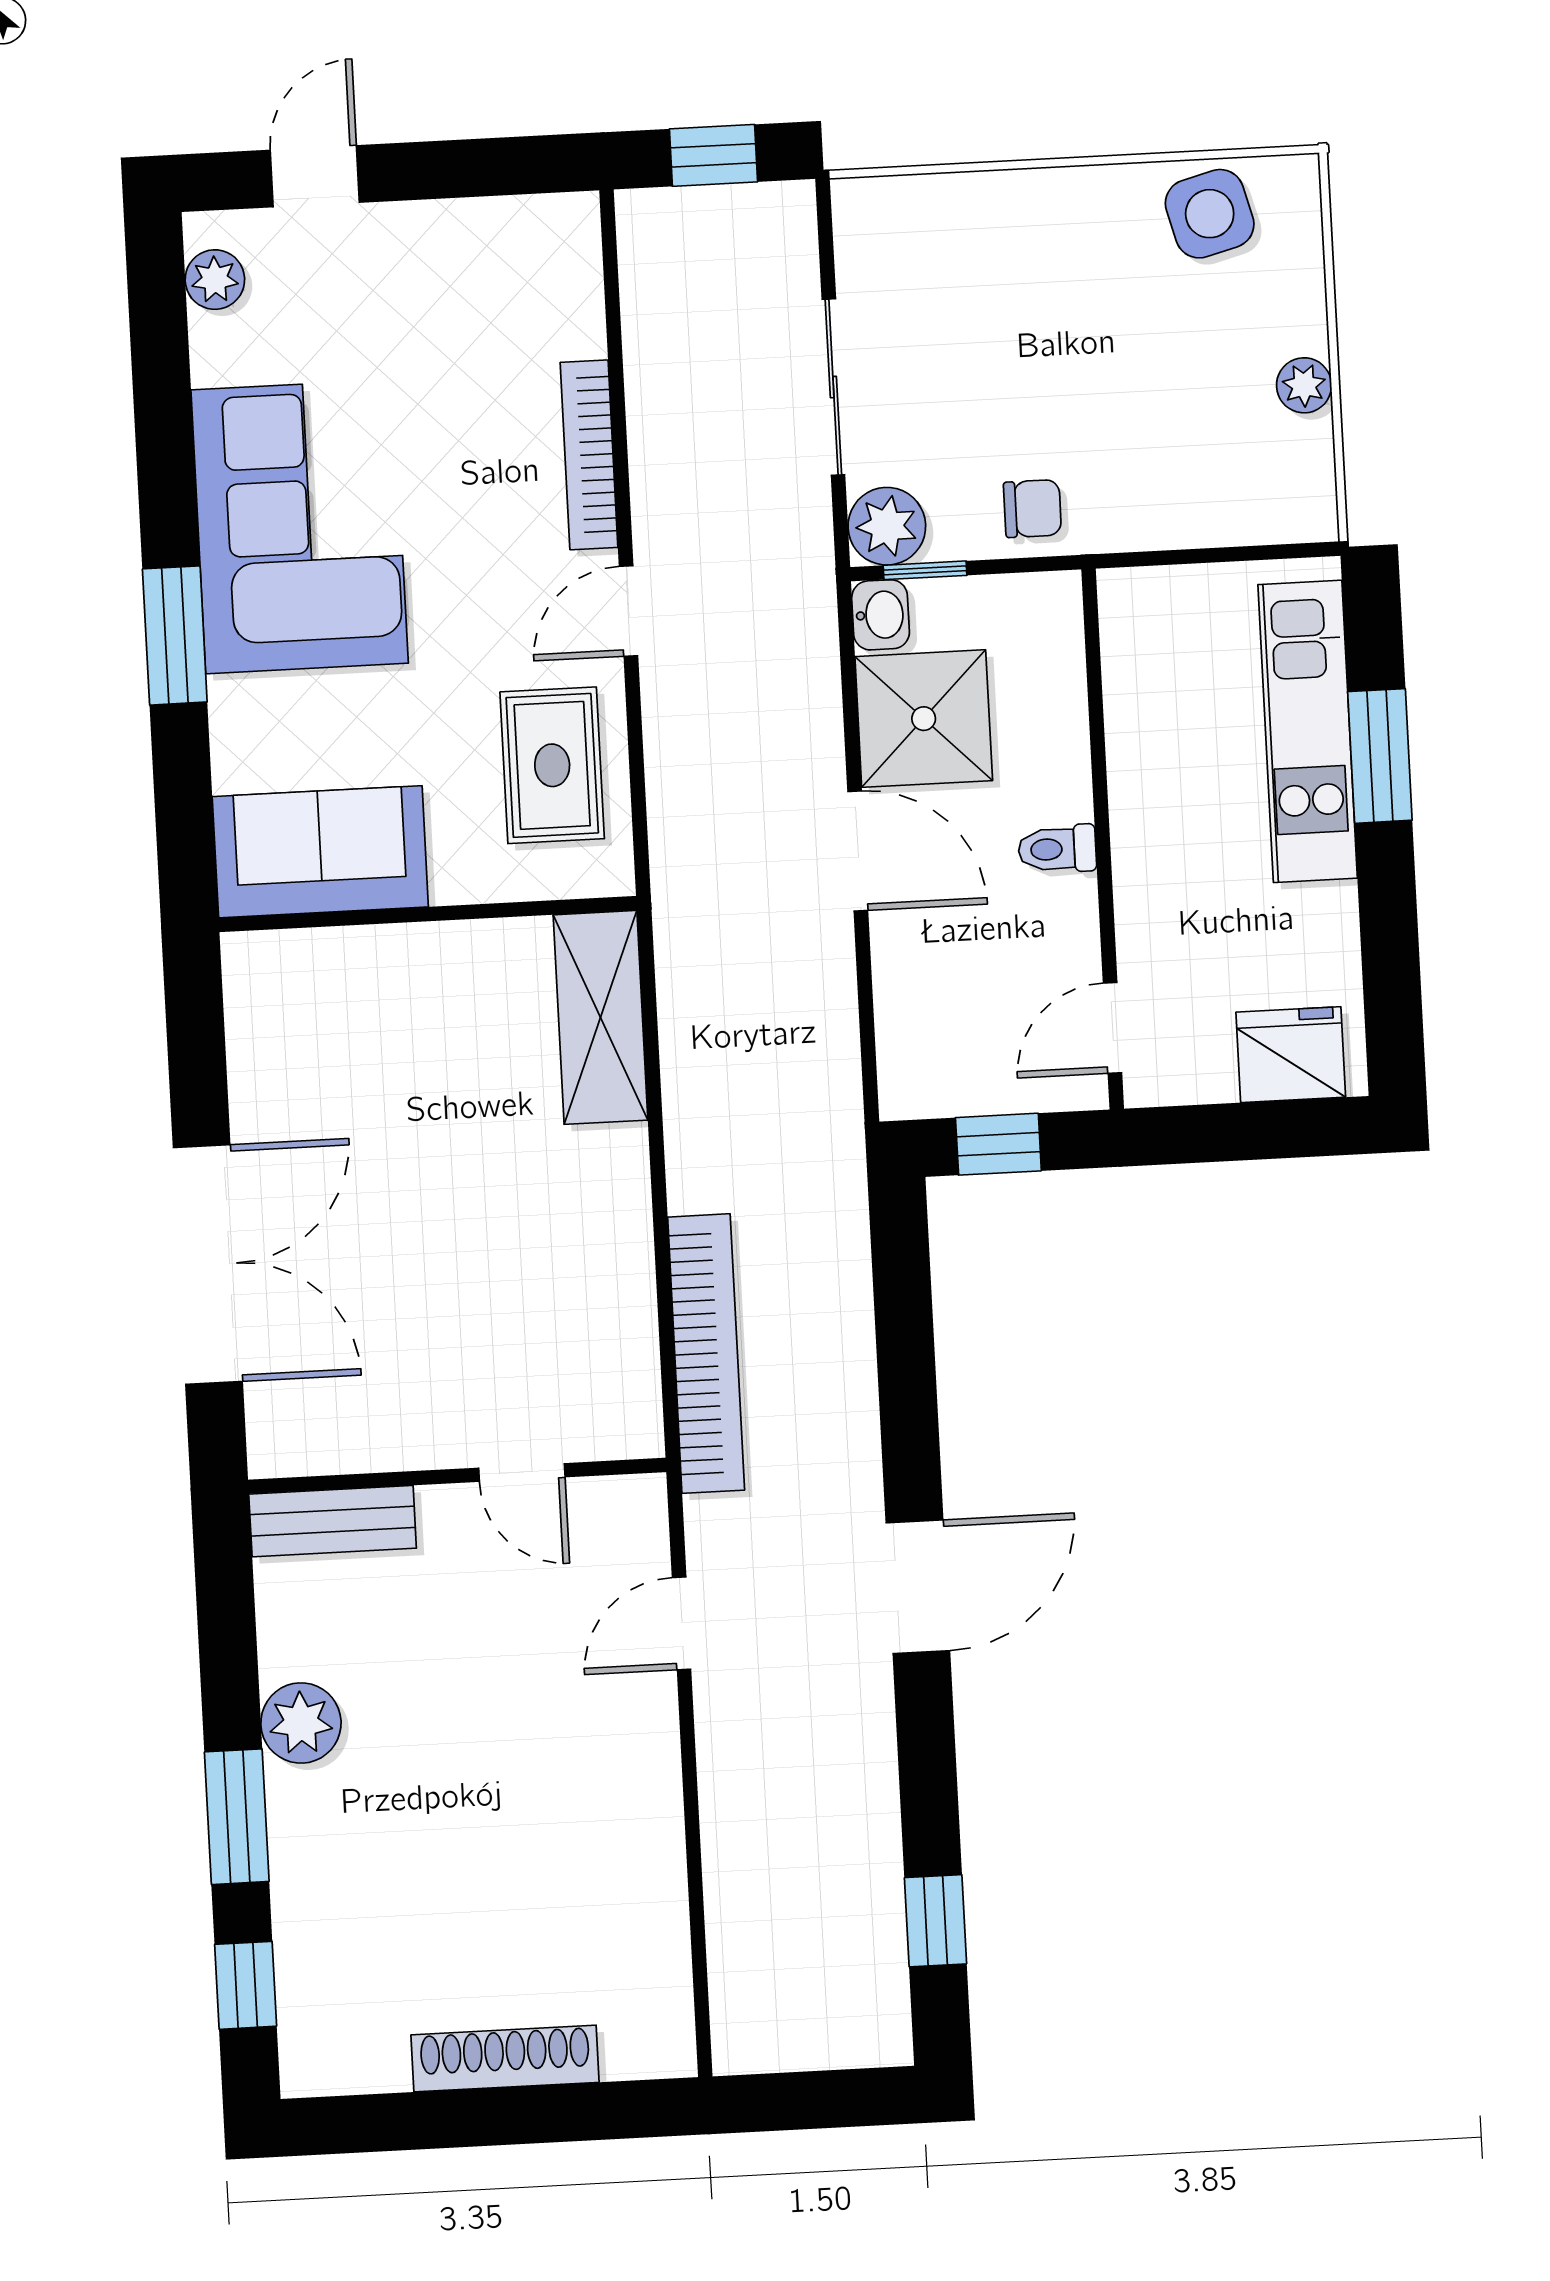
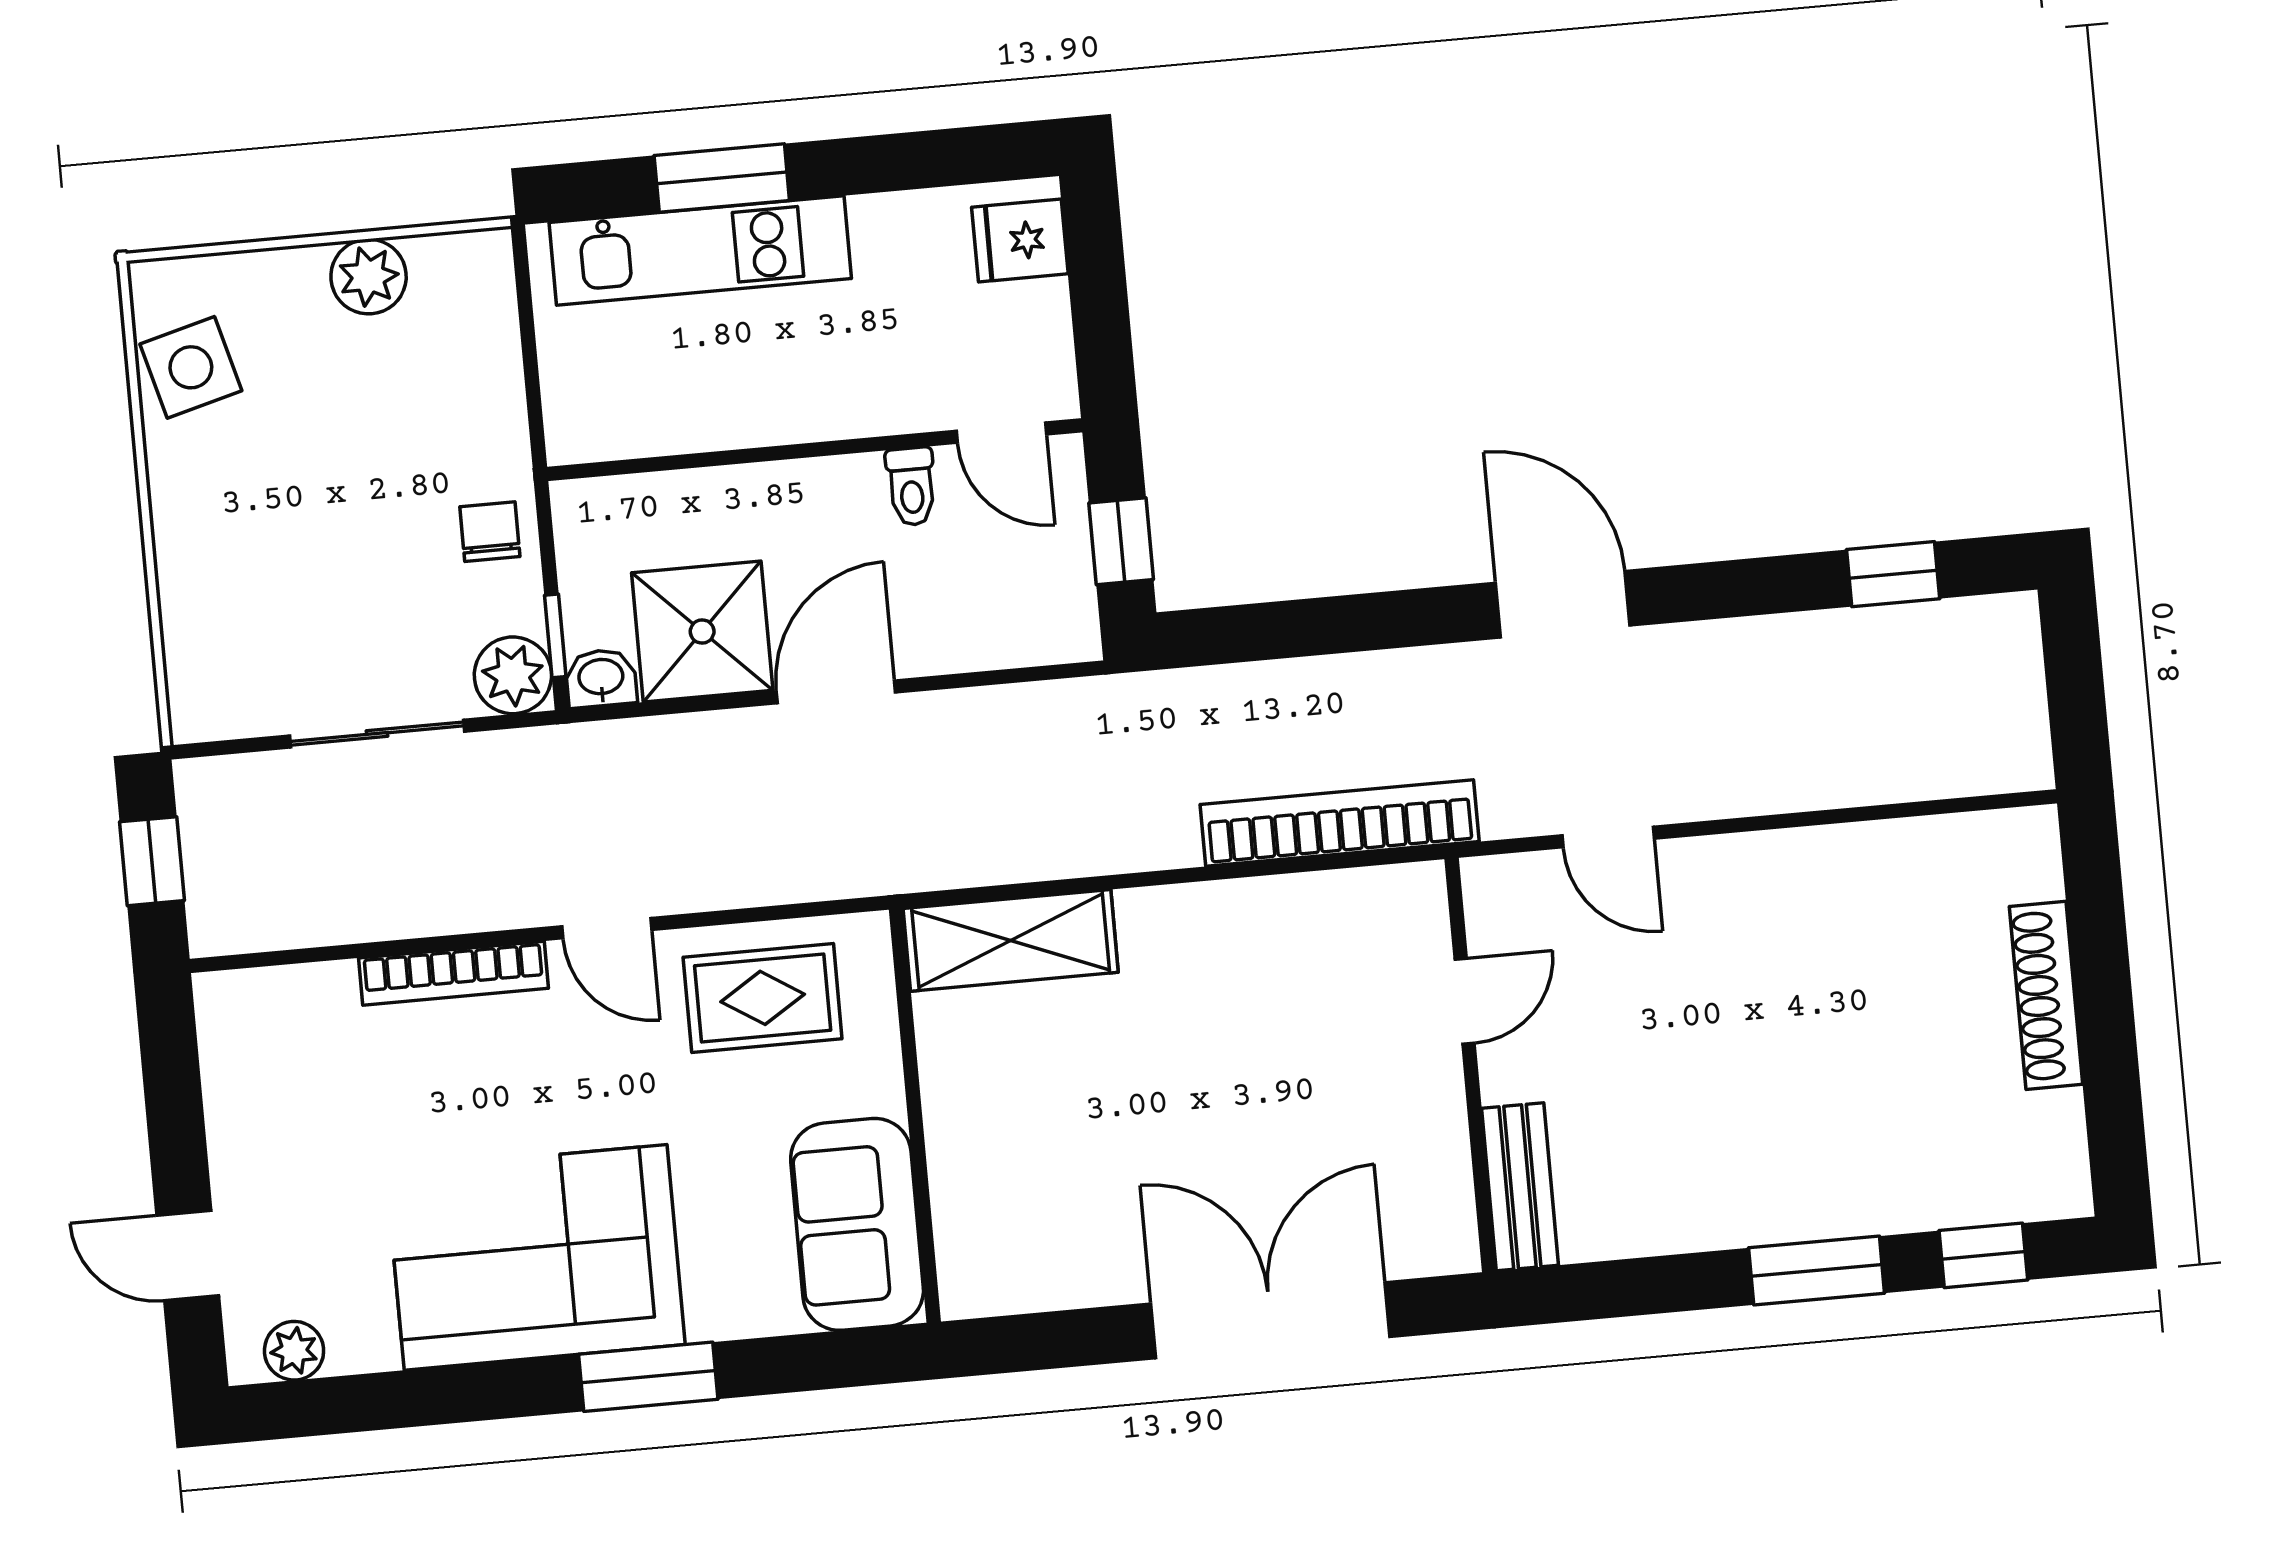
plant: (1304, 385) -> (369, 277), width x1.38, depth x1.38
toilet: (1057, 849) -> (911, 486), moved
fridge: (1291, 1055) -> (1020, 240), width x0.72
plant: (301, 1723) -> (1721, 1210), removed

